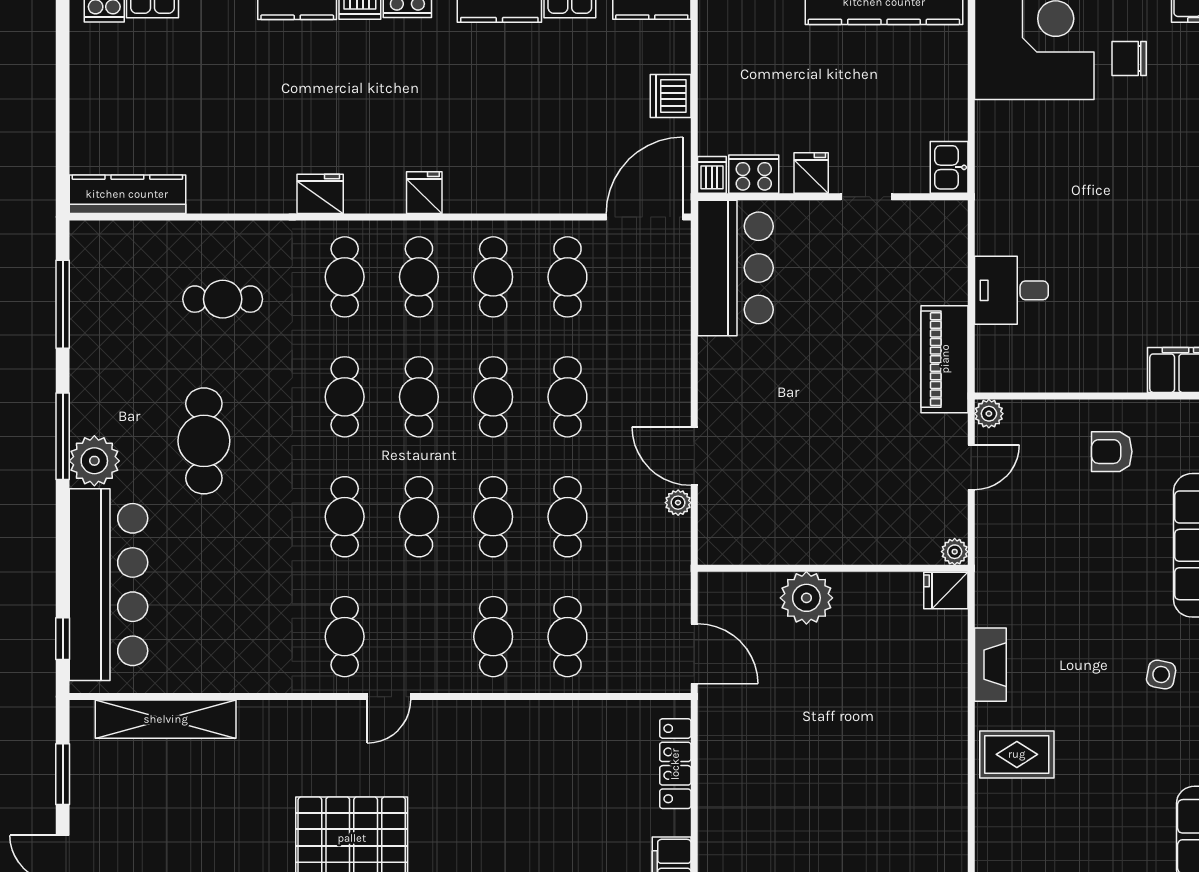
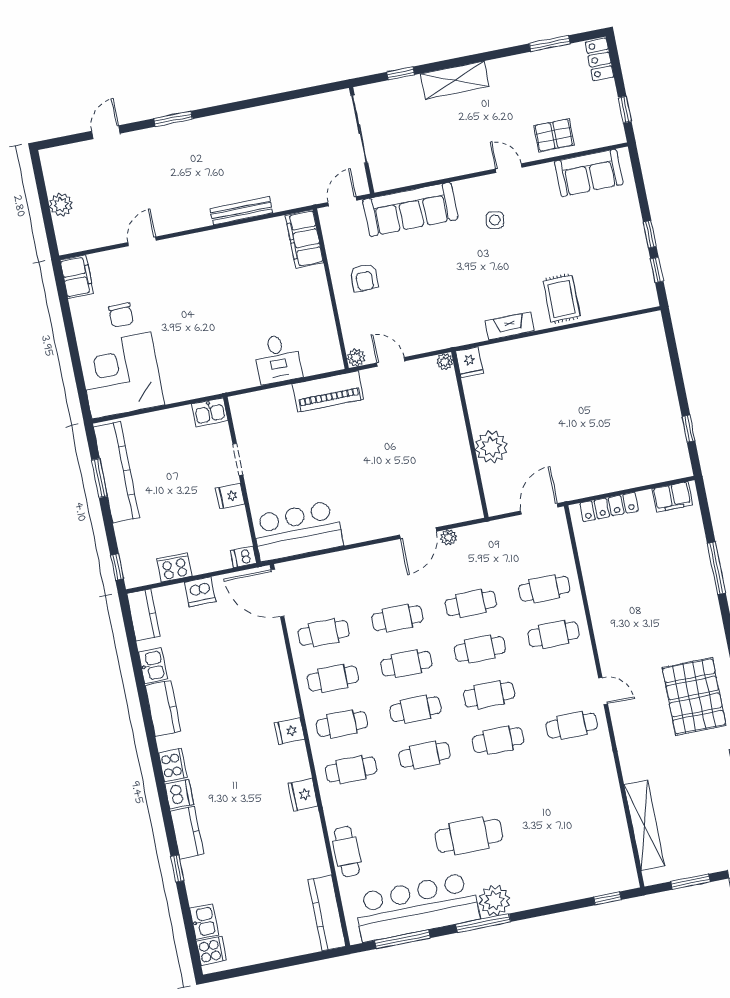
cooker: (754, 174) -> (174, 567), moved, turned 90
cafe table: (223, 299) -> (347, 852), moved
bar counter: (108, 585) -> (417, 907), moved

